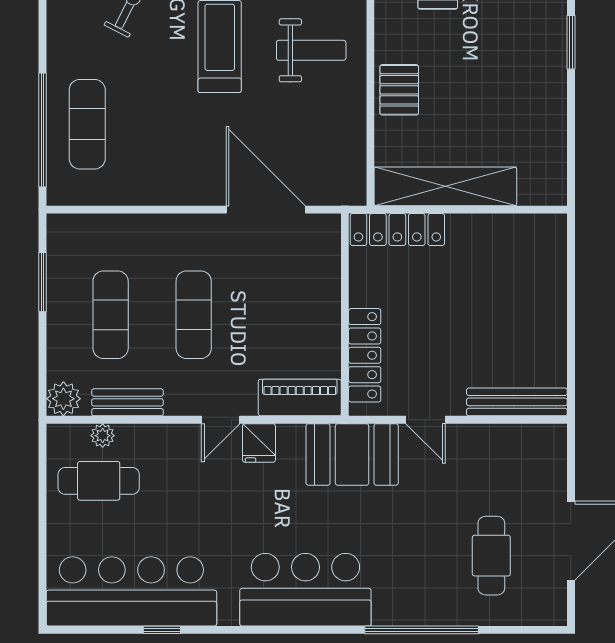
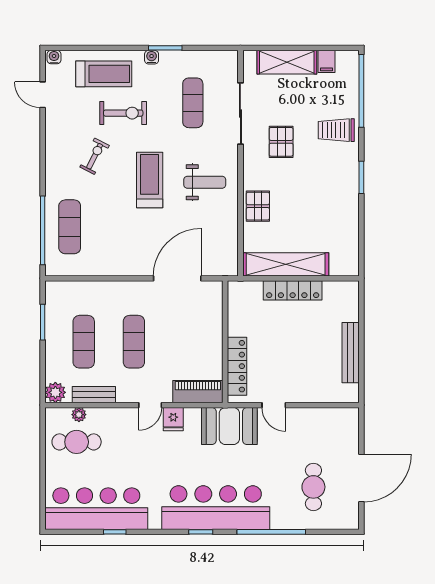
door: (266, 210) -> (177, 278), hinge flipped
locker: (397, 230) -> (293, 290), moved
bench: (517, 402) -> (351, 353), moved, turned 90
bar counter: (305, 590) -> (216, 508), width x1.36
window: (304, 630) -> (201, 532), added

